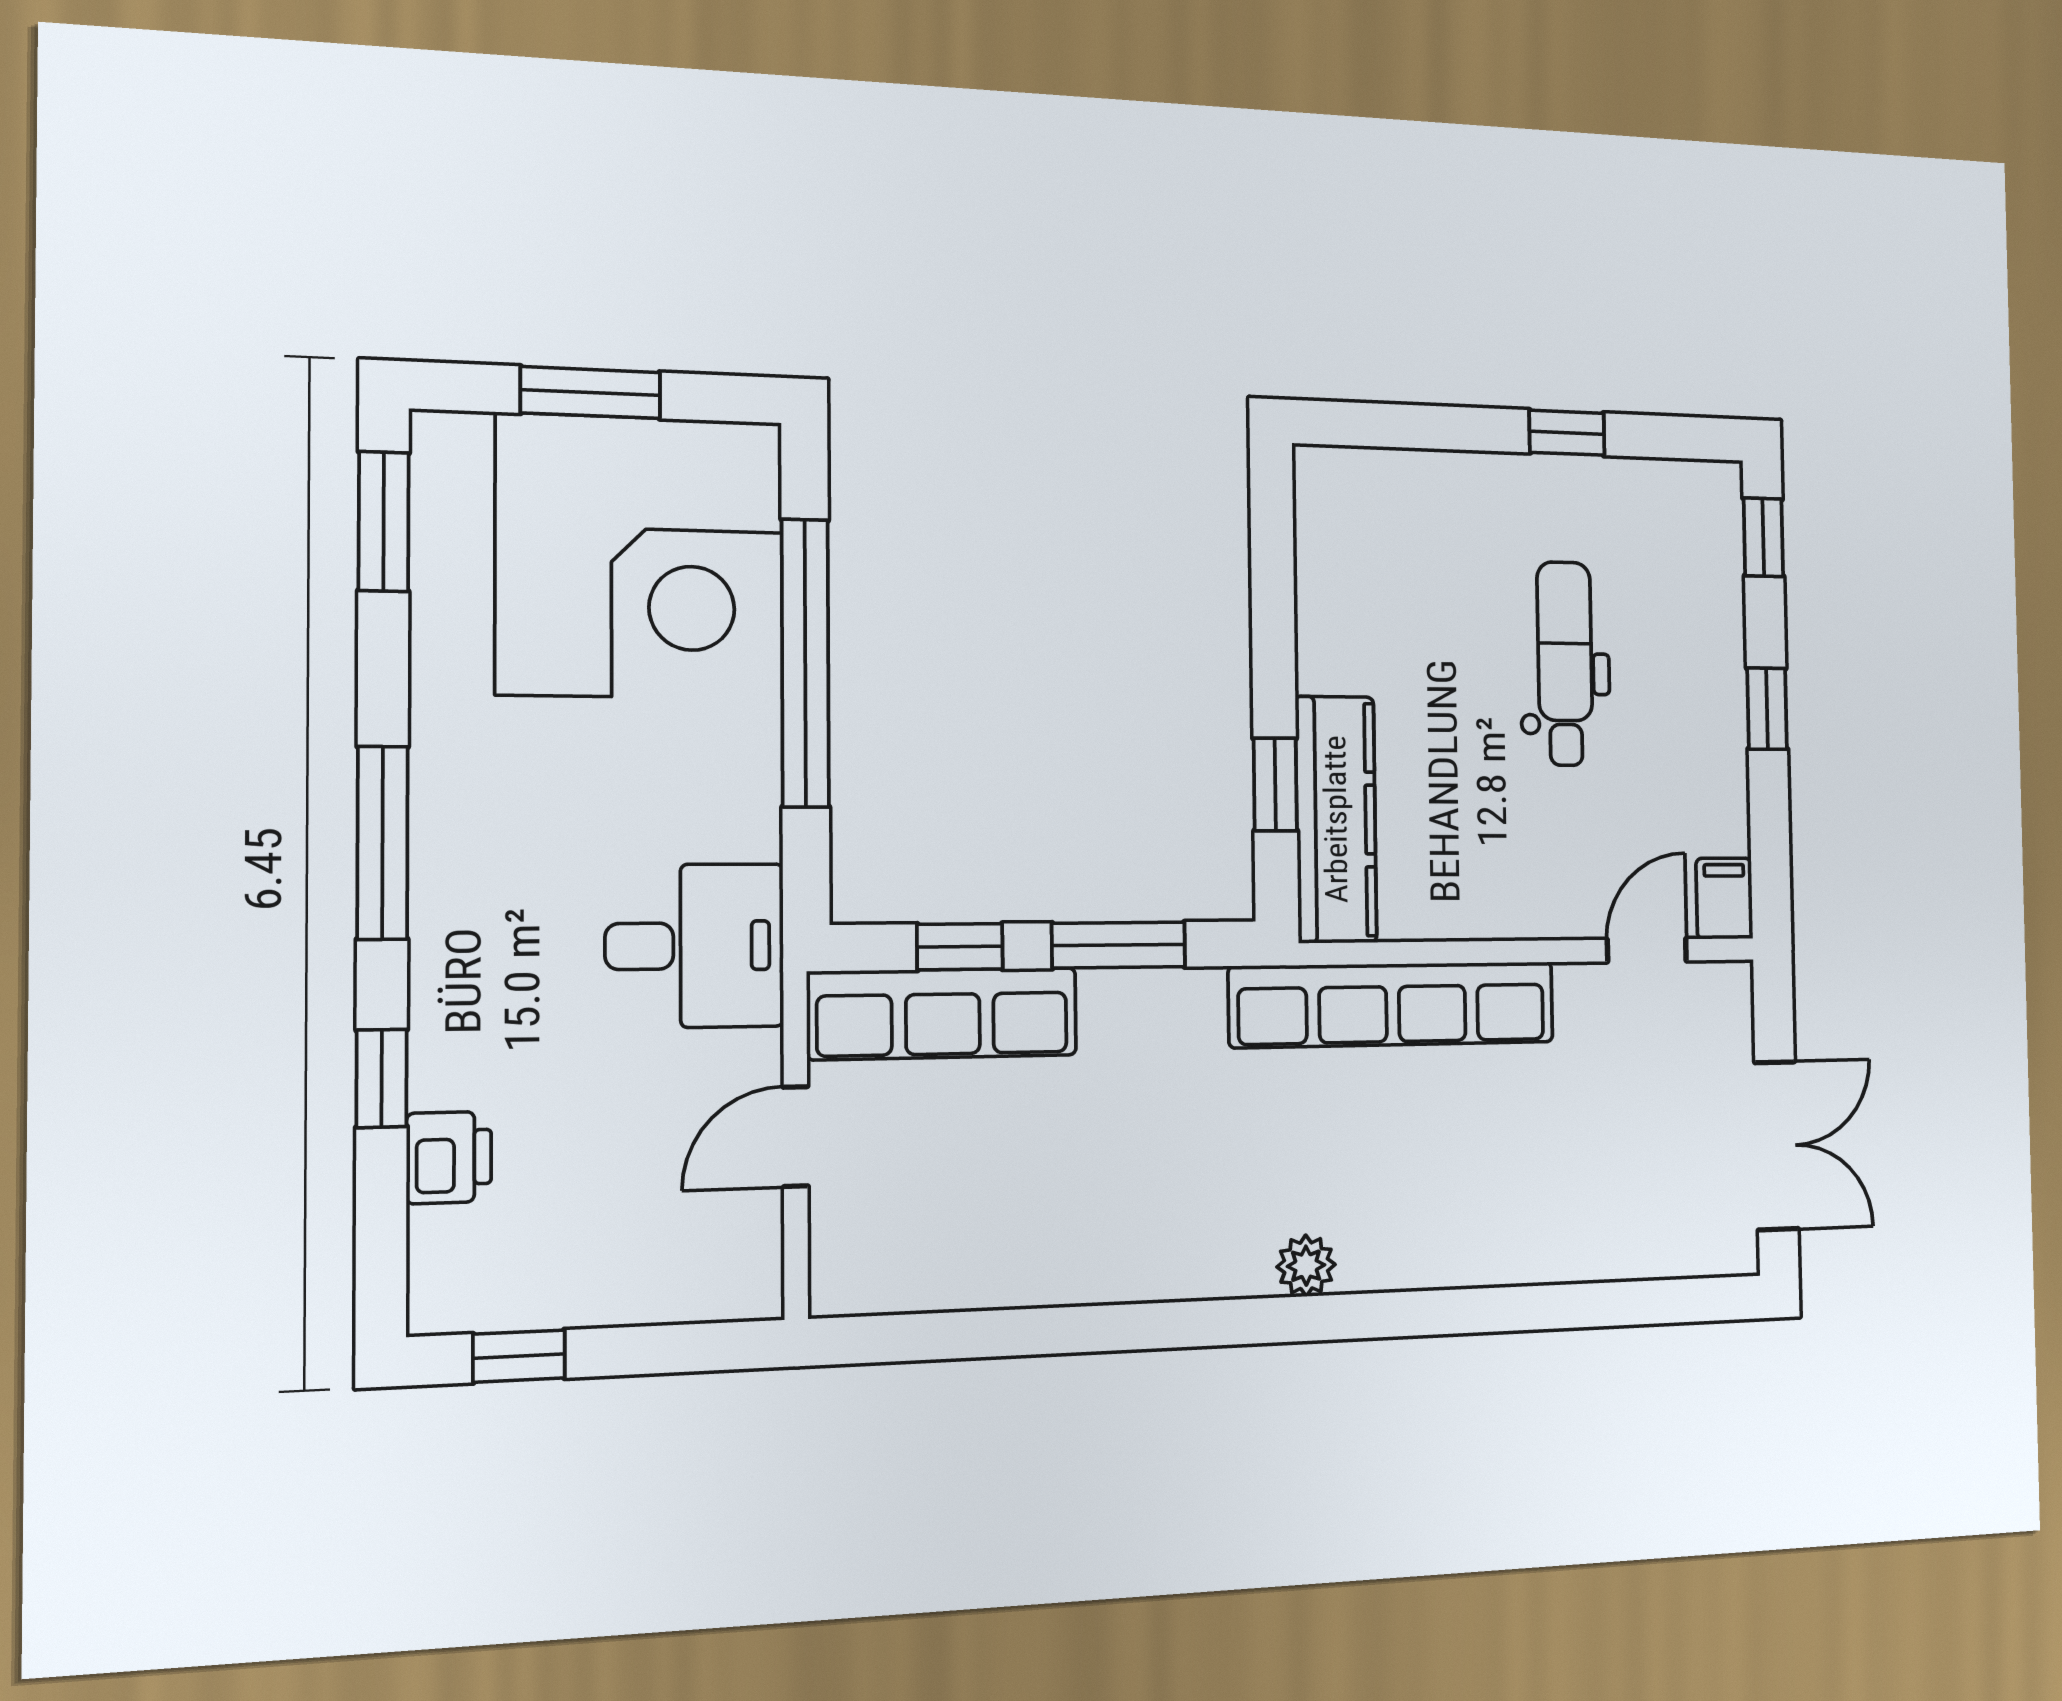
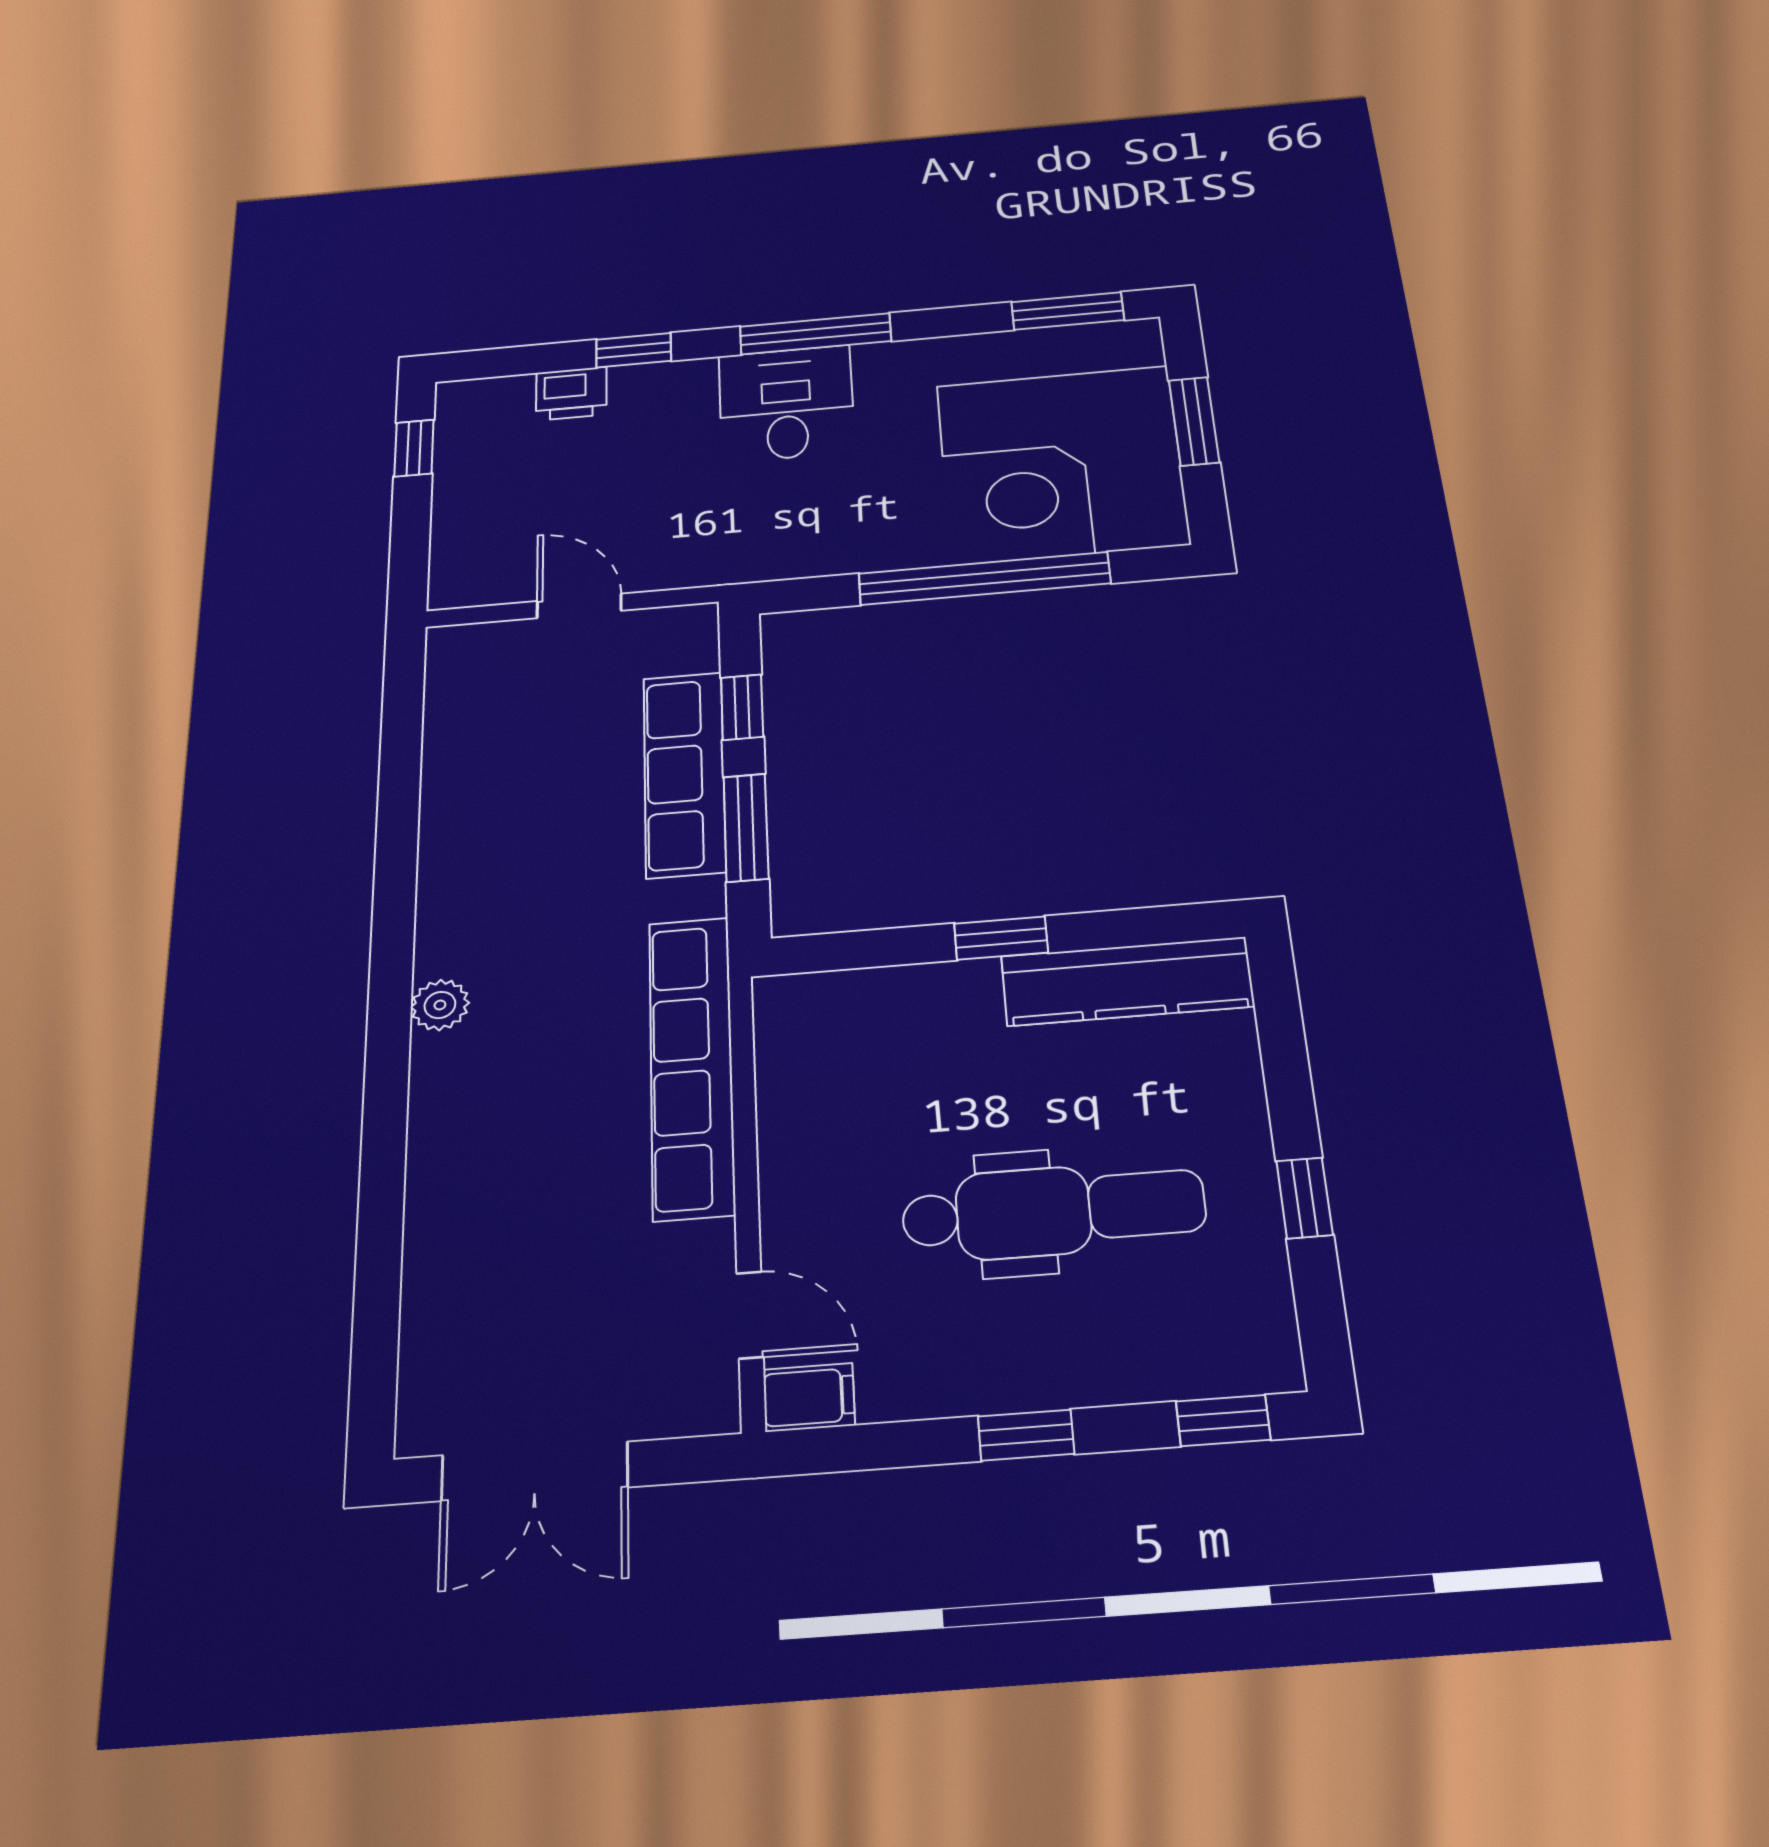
dental chair: (1565, 664) -> (1053, 1211), width x1.36, depth x1.38
window: (1275, 784) -> (1001, 938), moved
kitchen counter: (1336, 819) -> (1127, 981), moved
desk: (695, 946) -> (786, 404), moved, turned 180
row of seats: (943, 1014) -> (684, 774), moved

